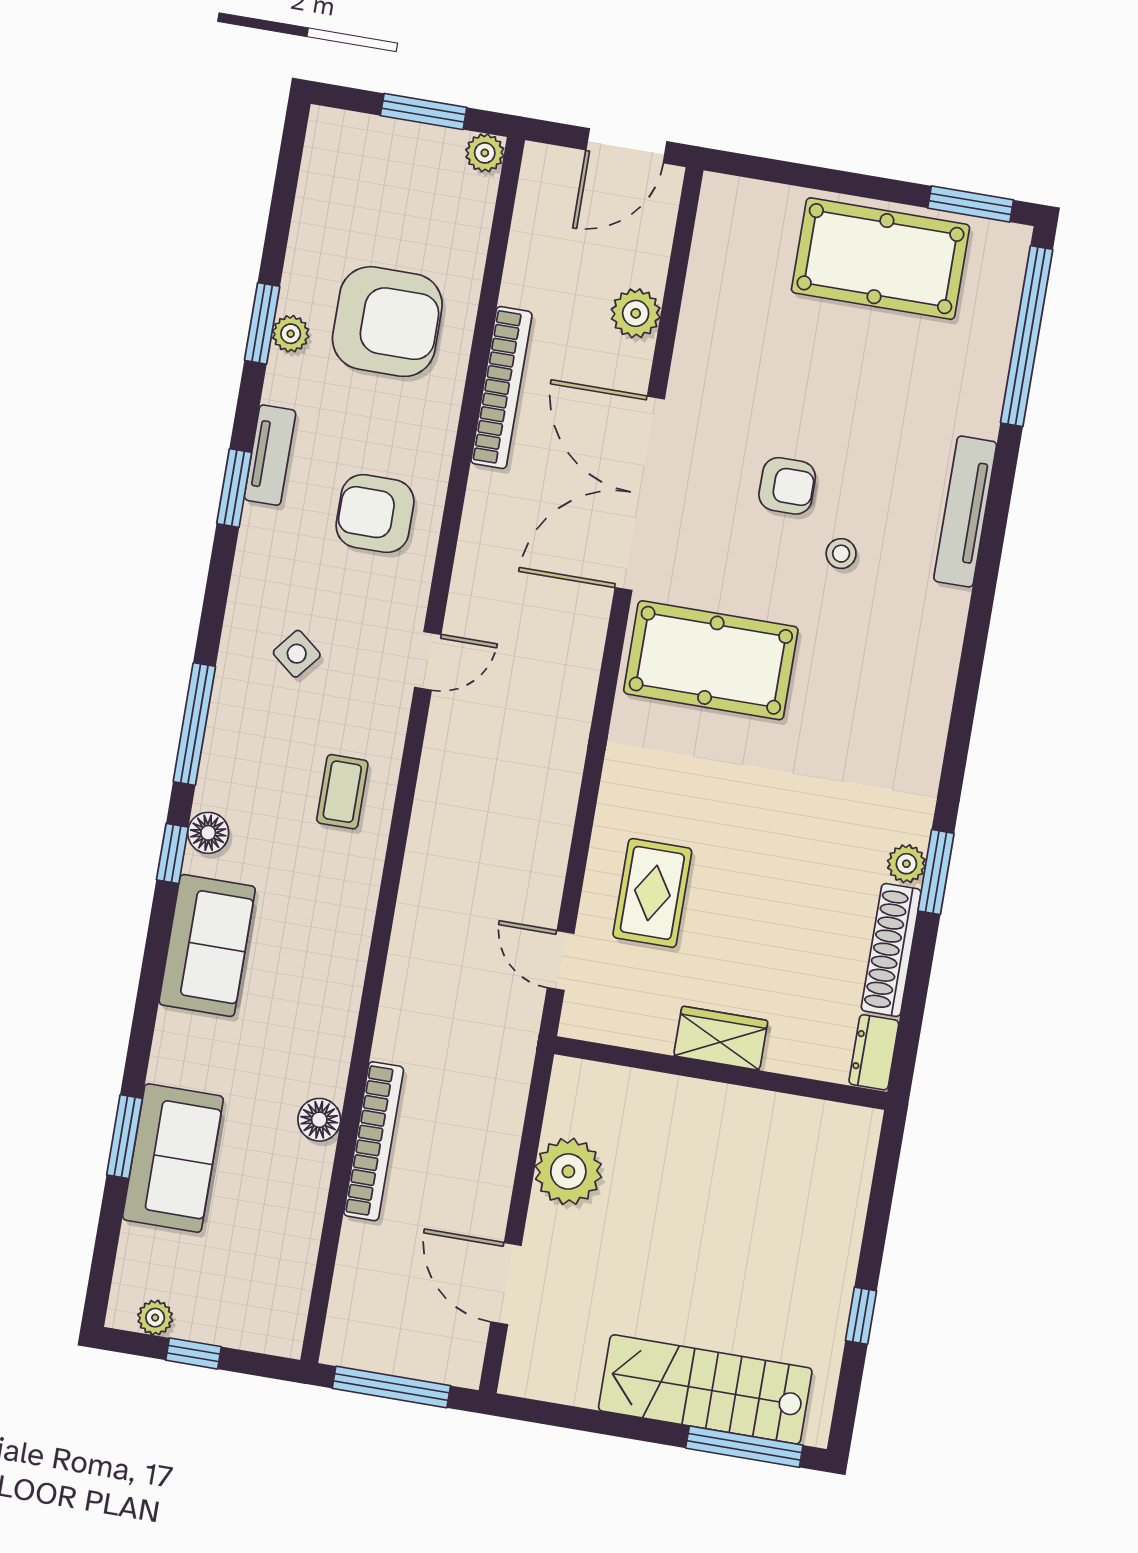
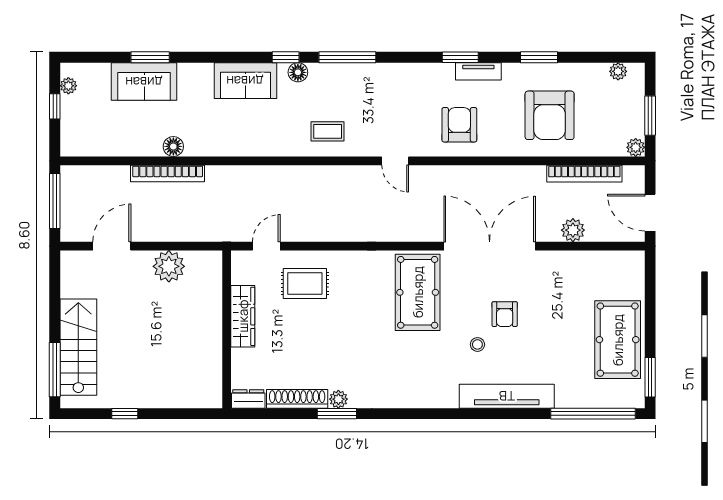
plant: (291, 334) -> (618, 71), moved
bookcase: (501, 388) -> (584, 174), moved
tv unit: (965, 512) -> (507, 396), width x1.36, depth x1.29
side table: (297, 654) -> (388, 99), removed
wardrobe: (721, 1038) -> (243, 316), width x1.50

